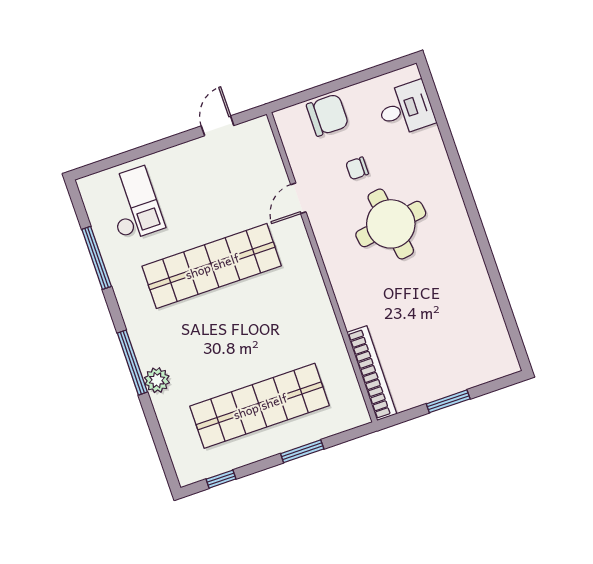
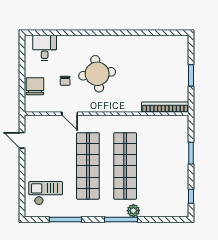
shop shelf: (260, 406) -> (125, 166), moved

